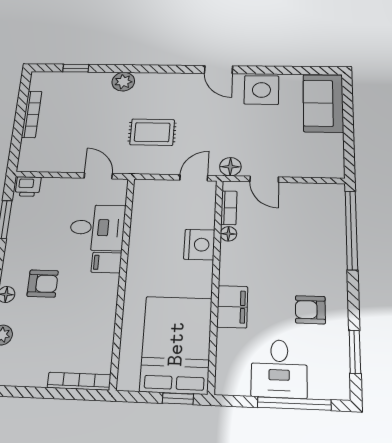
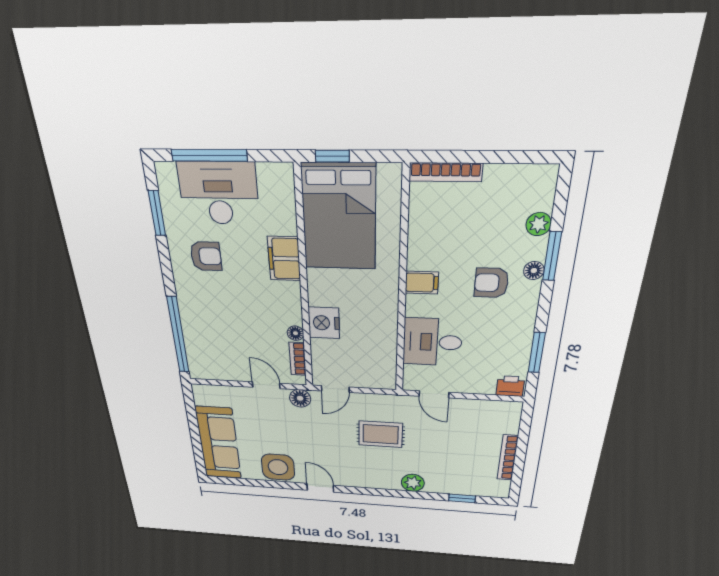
sofa: (323, 103) -> (218, 443), width x1.36
filing cabinet: (106, 263) -> (422, 283), moved
desk: (279, 369) -> (219, 193), width x1.37

